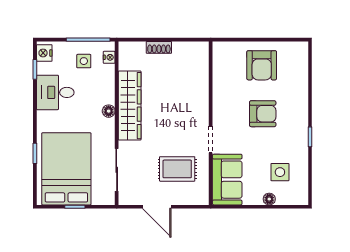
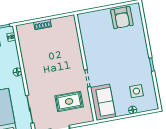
armchair: (262, 65) -> (122, 18), moved
wardrobe: (130, 106) -> (30, 66), removed
armchair: (263, 114) -> (118, 55), removed

